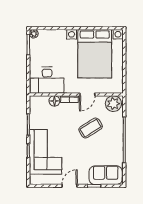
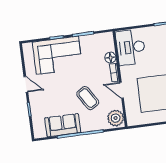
sofa: (106, 175) -> (63, 125), moved, turned -90

